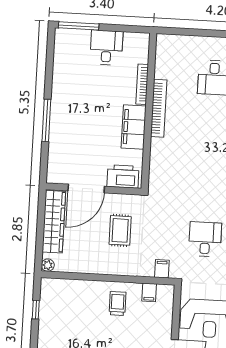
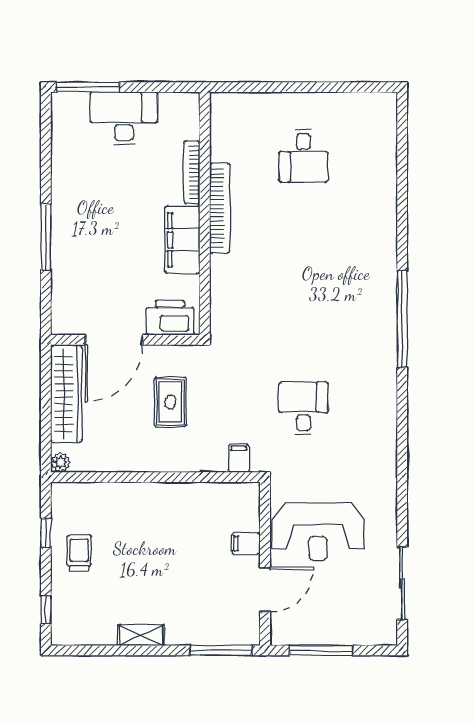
desk: (106, 48) -> (124, 118), width x1.37
filing cabinet: (149, 292) -> (246, 543), moved, turned 90
trolley: (118, 303) -> (79, 553), moved

